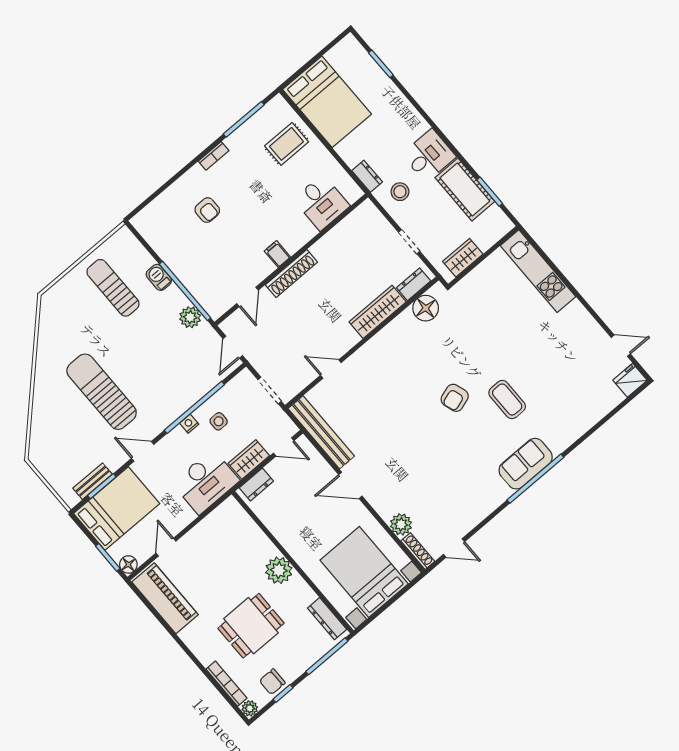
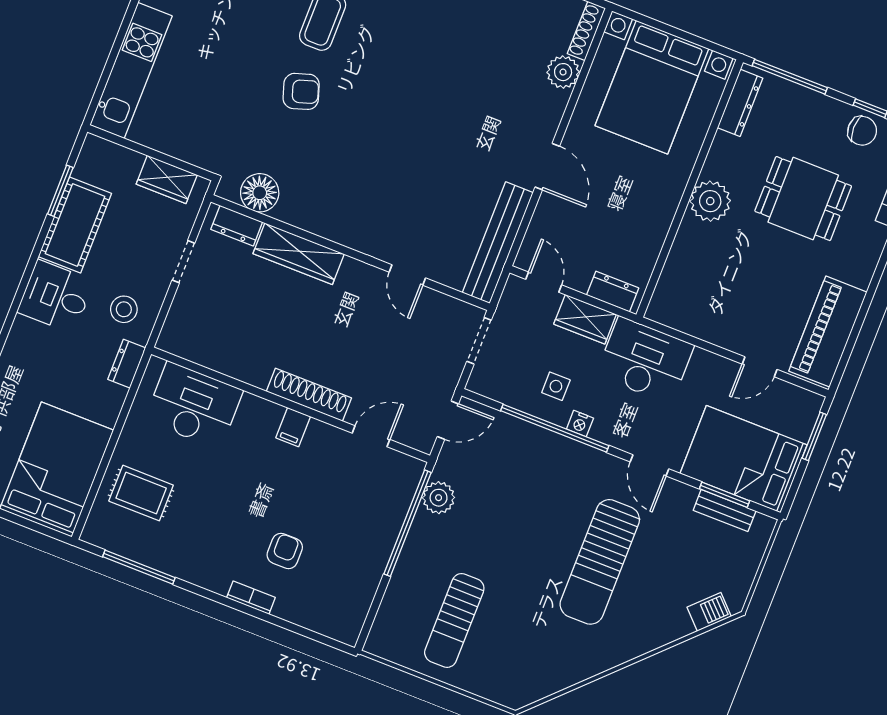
bookcase: (214, 156) -> (251, 598), moved
desk: (321, 202) -> (194, 405), width x1.37
barbecue: (159, 277) -> (709, 612), moved, turned -135
armchair: (455, 398) -> (301, 91), moved
floor lamp: (128, 564) -> (809, 404), removed

